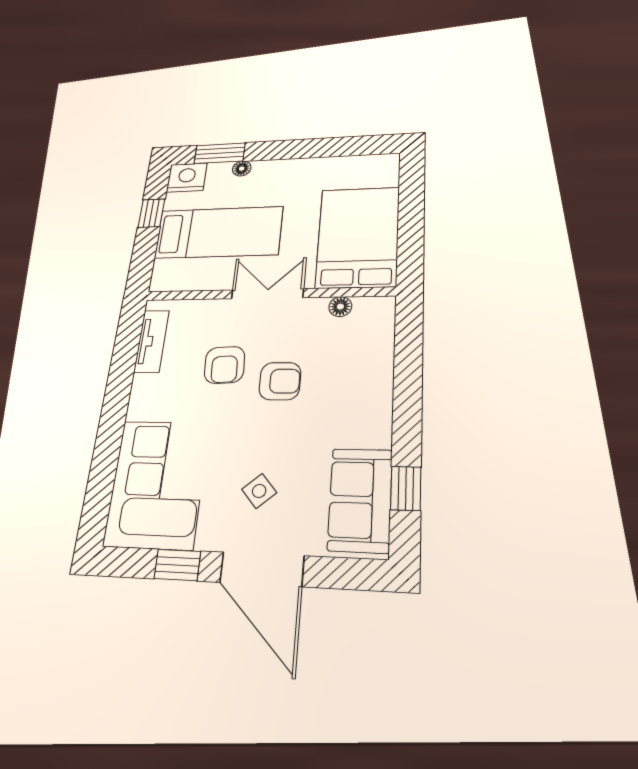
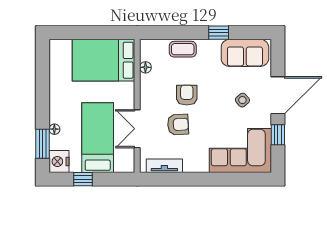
double door: (267, 294) -> (137, 129), moved
coffee table: (373, 374) -> (183, 49), added
window: (406, 488) -> (219, 33), moved

